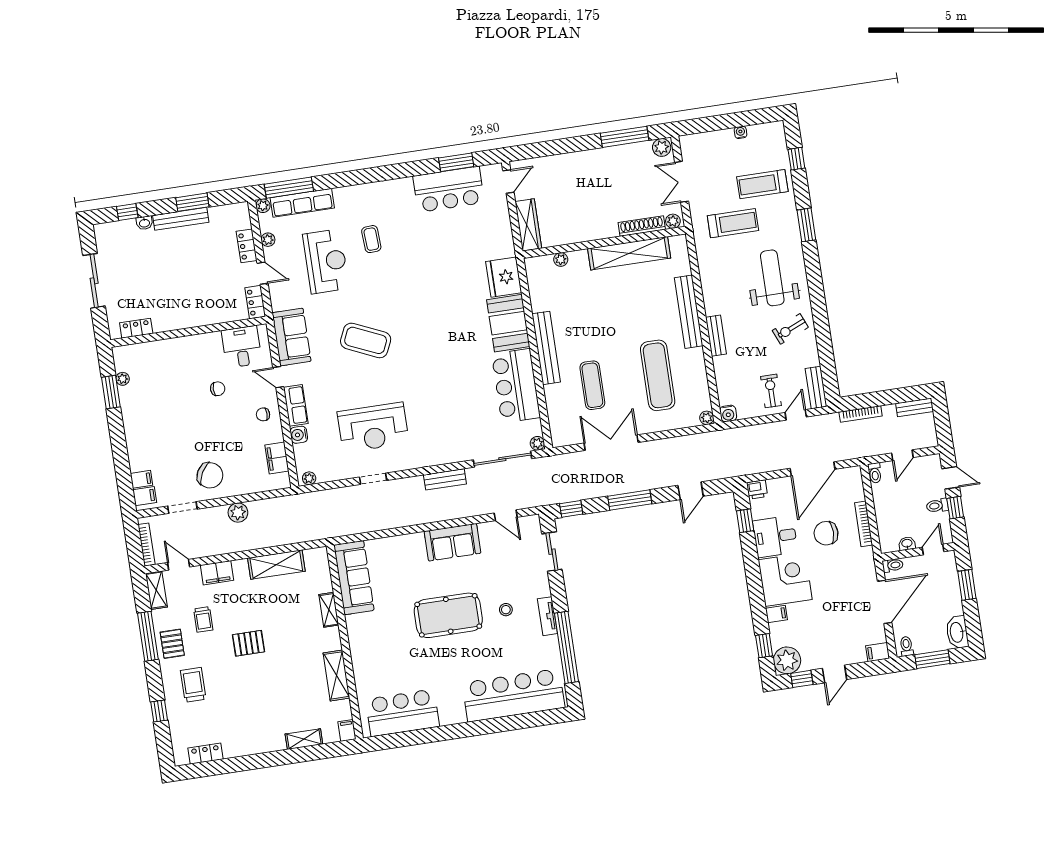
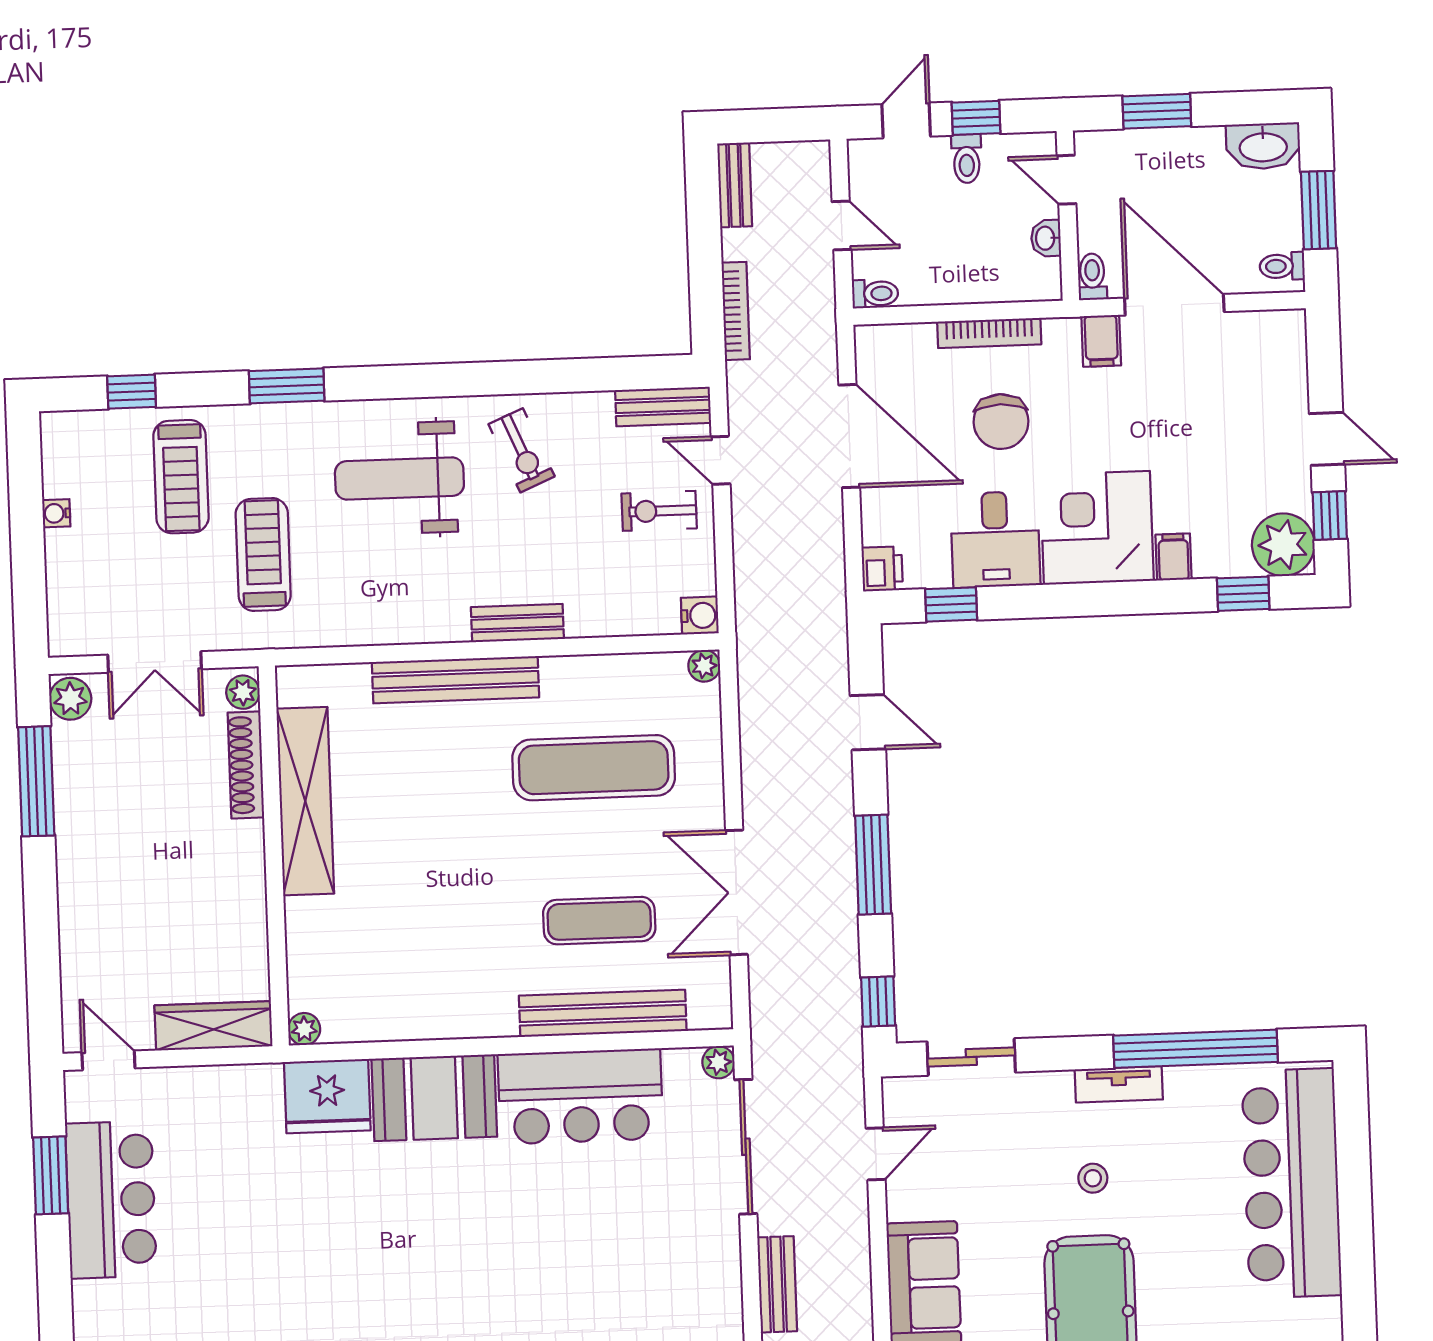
plant: (561, 259) -> (304, 1029), moved
bench: (546, 348) -> (603, 1013), moved
filing cabinet: (878, 652) -> (1101, 341), moved

